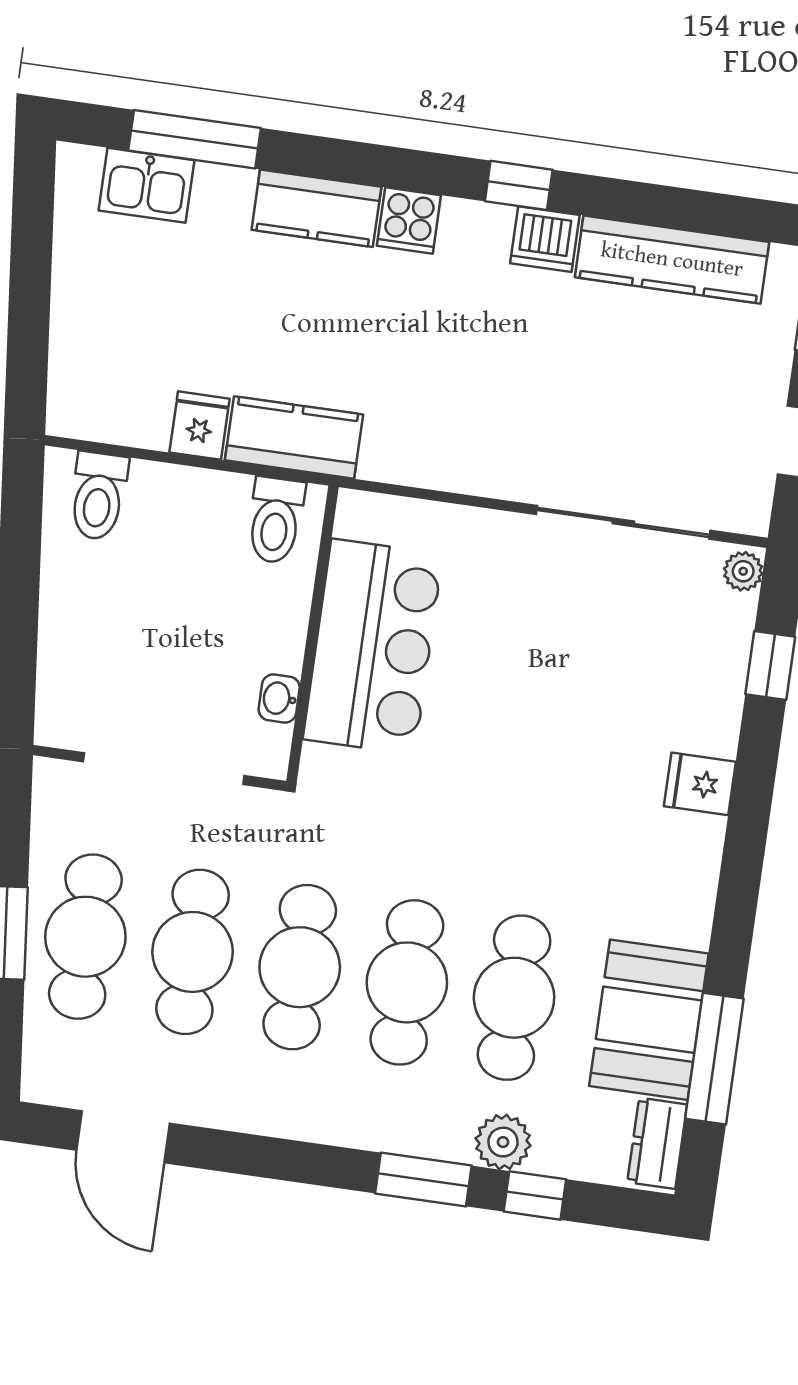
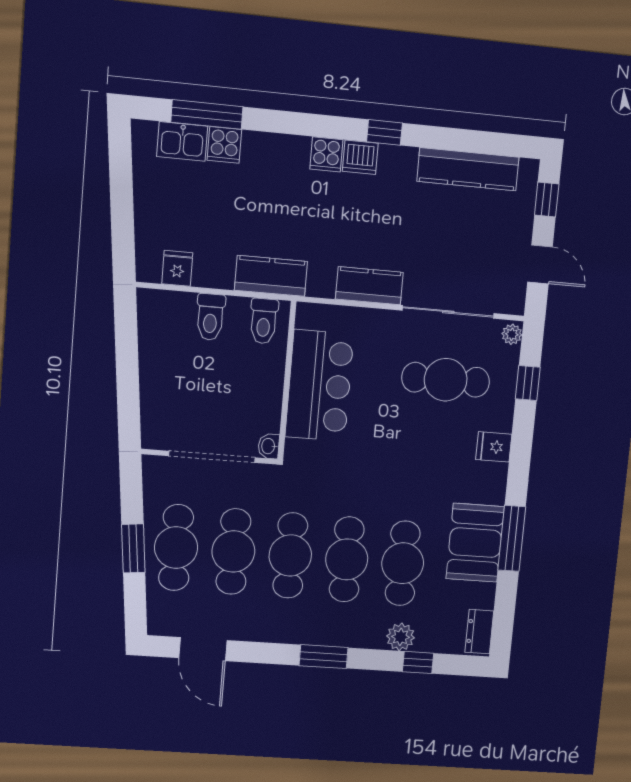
cooker: (223, 195) -> (224, 145), added
kitchen counter: (316, 208) -> (369, 286), moved, turned 180
dishwasher: (545, 239) -> (360, 157), moved
fridge: (200, 426) -> (177, 268), moved
toilet: (98, 496) -> (210, 317), moved
cafe table: (613, 650) -> (446, 380), added
washbasin: (279, 699) -> (269, 446), moved
booth: (649, 1020) -> (475, 543), moved
window: (714, 1059) -> (512, 538), moved
window: (423, 1180) -> (324, 657), moved

